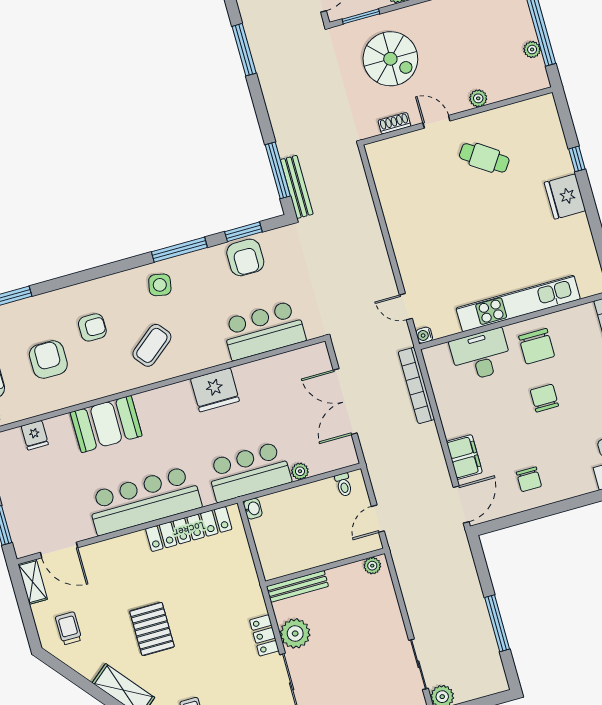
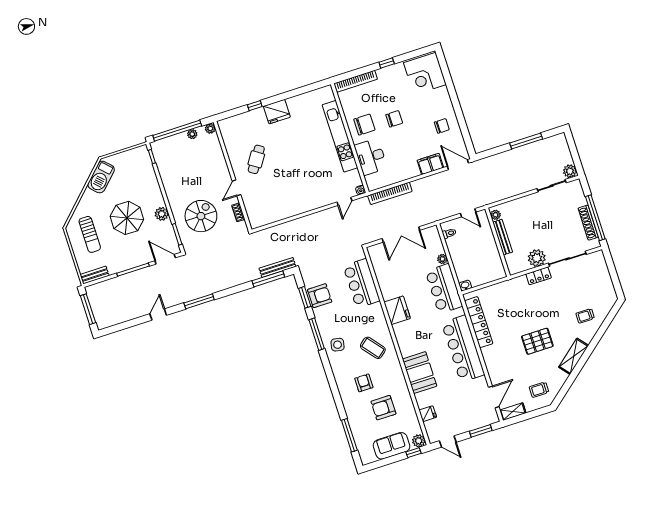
plant: (478, 98) -> (210, 128), moved
chair: (544, 398) -> (394, 119), turned 180
bench: (297, 586) -> (503, 237), moved

